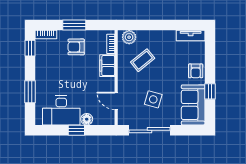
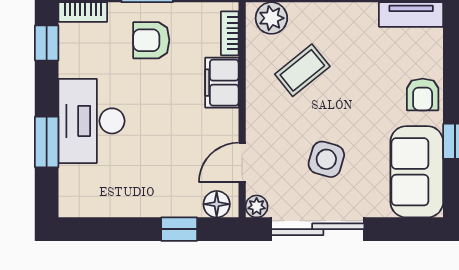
door: (116, 101) -> (242, 163), hinge flipped
desk: (61, 110) -> (91, 121), moved, turned 90
floor lamp: (87, 119) -> (217, 204), moved
plant: (123, 120) -> (257, 206), added
window: (76, 130) -> (179, 229), moved

